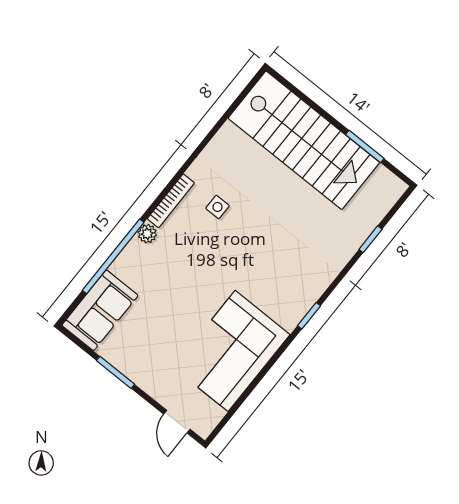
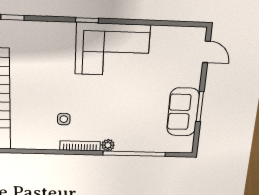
sofa: (100, 310) -> (183, 112), moved, turned -90
corner sofa: (232, 351) -> (112, 50), moved
door: (177, 422) -> (206, 52), hinge flipped

